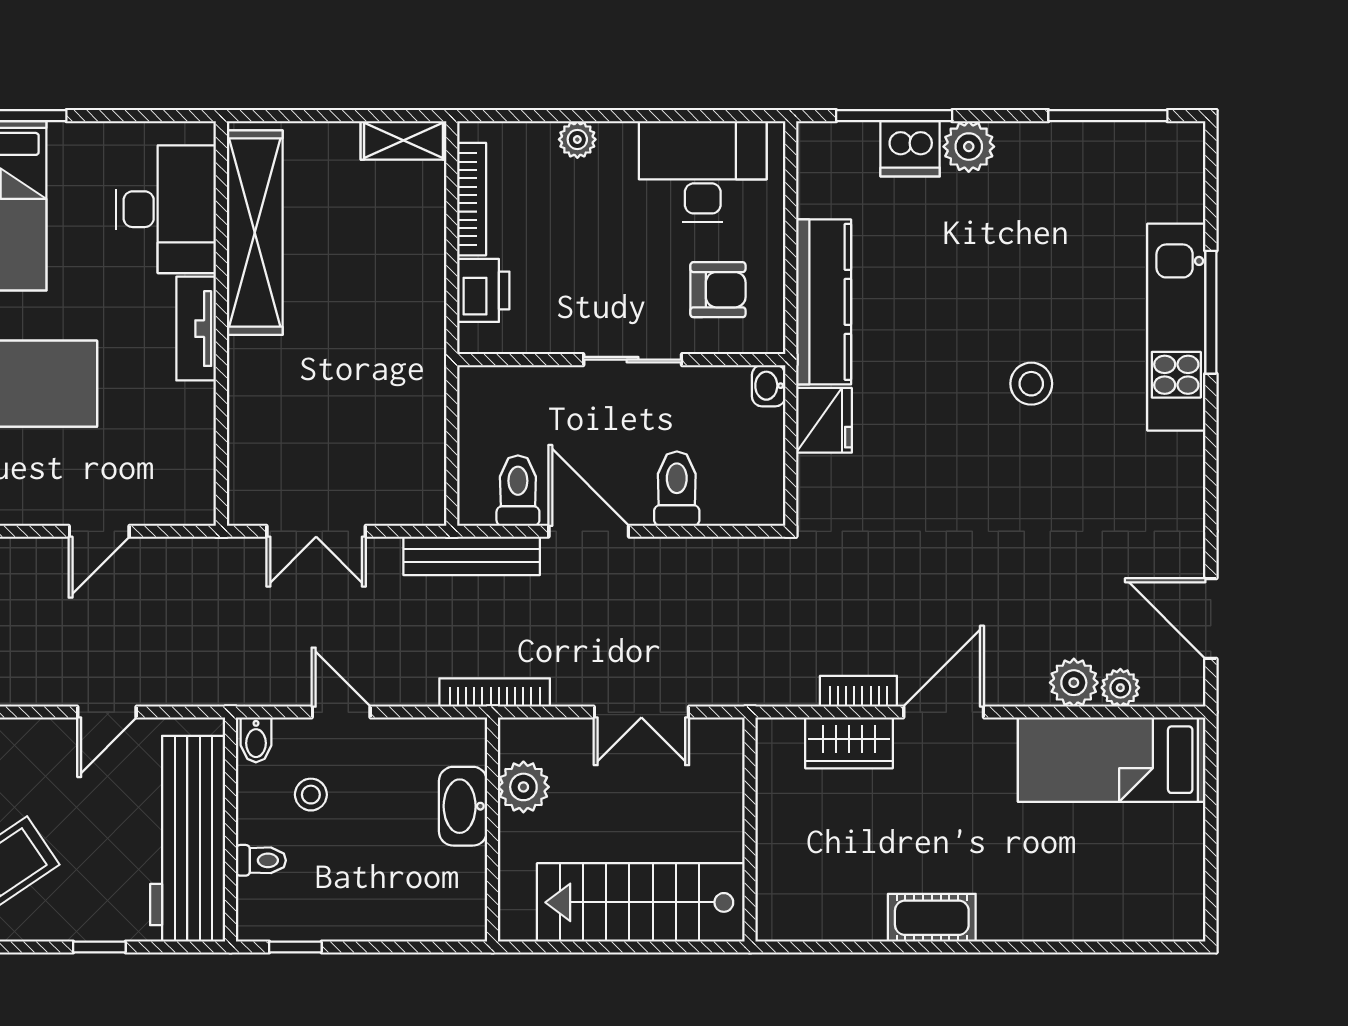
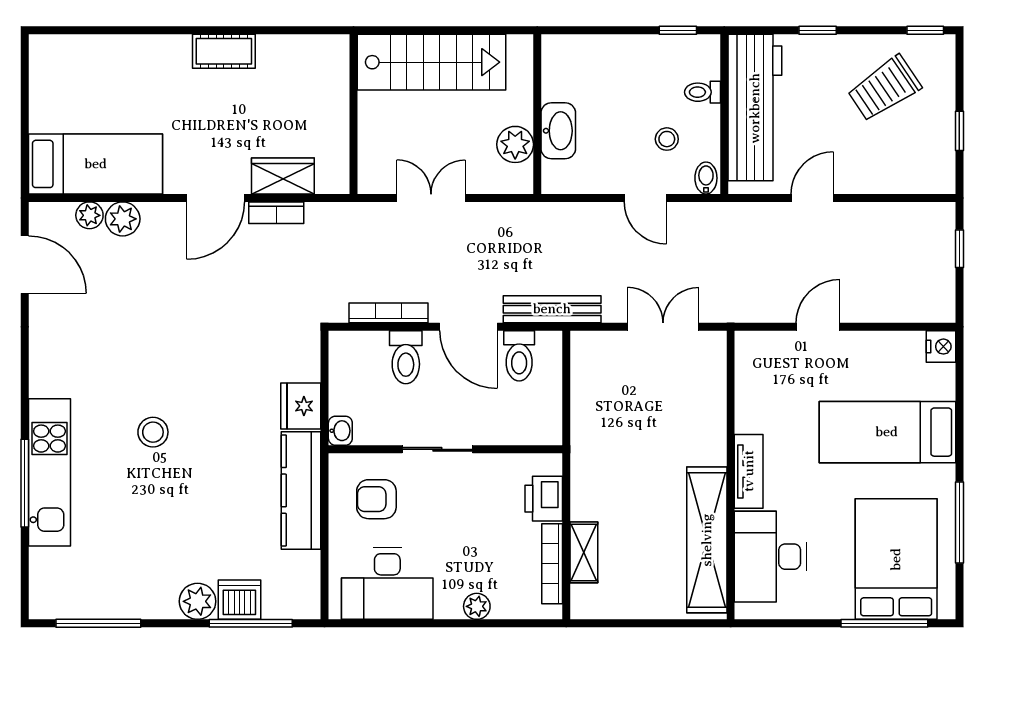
shelving: (404, 140) -> (584, 552), moved, turned 90
bookcase: (495, 692) -> (388, 313), moved, turned 180

